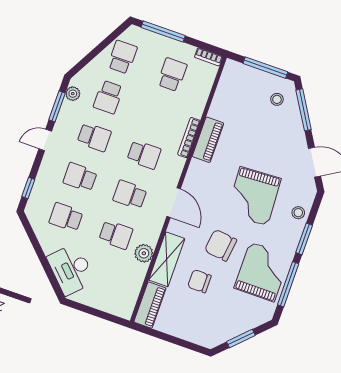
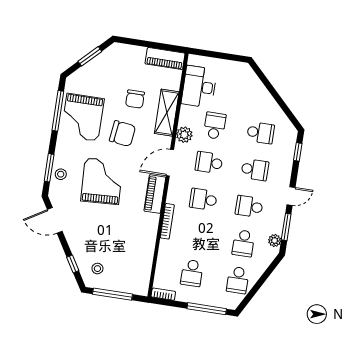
school desk: (108, 97) -> (243, 243), turned 180
window: (304, 110) -> (73, 264), width x0.46
piano: (208, 140) -> (155, 194), moved
school desk: (130, 195) -> (209, 163), turned 180
door: (174, 203) -> (170, 163), hinge flipped
school desk: (116, 235) -> (215, 126), turned 90
window: (304, 239) -> (49, 168), moved
plant: (144, 253) -> (184, 135), moved
desk: (71, 269) -> (199, 87), moved, turned -135
chair: (199, 281) -> (135, 99), turned 90
piano: (150, 305) -> (165, 59), moved, turned -90

